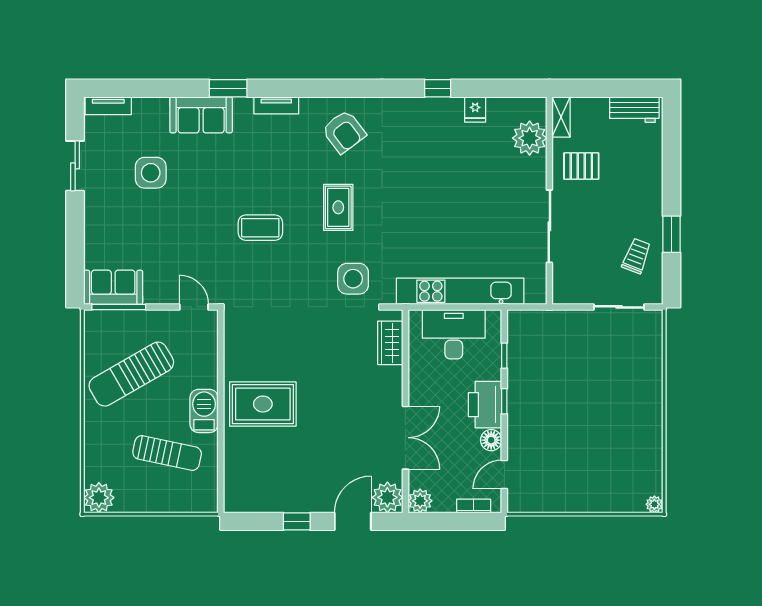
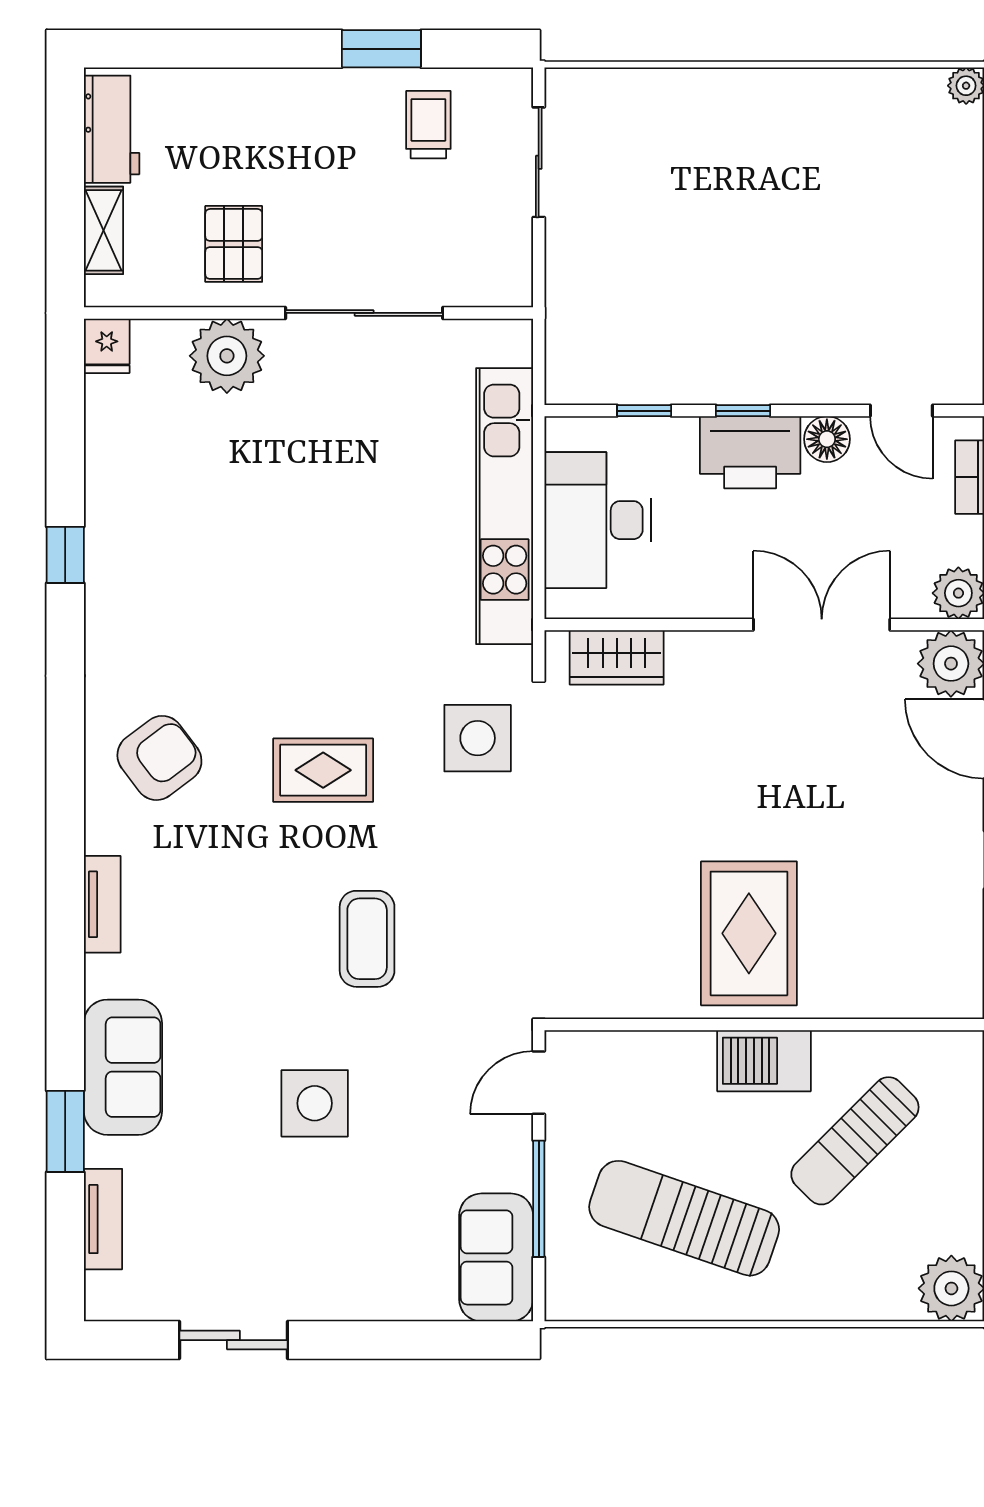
window: (228, 88) -> (65, 1131), moved
tv unit: (108, 106) -> (103, 1219), moved
fridge: (475, 109) -> (107, 346), moved, turned 90
shelving: (561, 117) -> (104, 230), moved, turned 90
plant: (530, 138) -> (227, 356), moved
side table: (151, 173) -> (315, 1103), moved
trolley: (636, 256) -> (428, 125), turned 69
window: (119, 307) -> (539, 1199), moved
sun lounger: (131, 374) -> (684, 1218), turned 139
sun lounger: (167, 453) -> (855, 1141), turned -147

